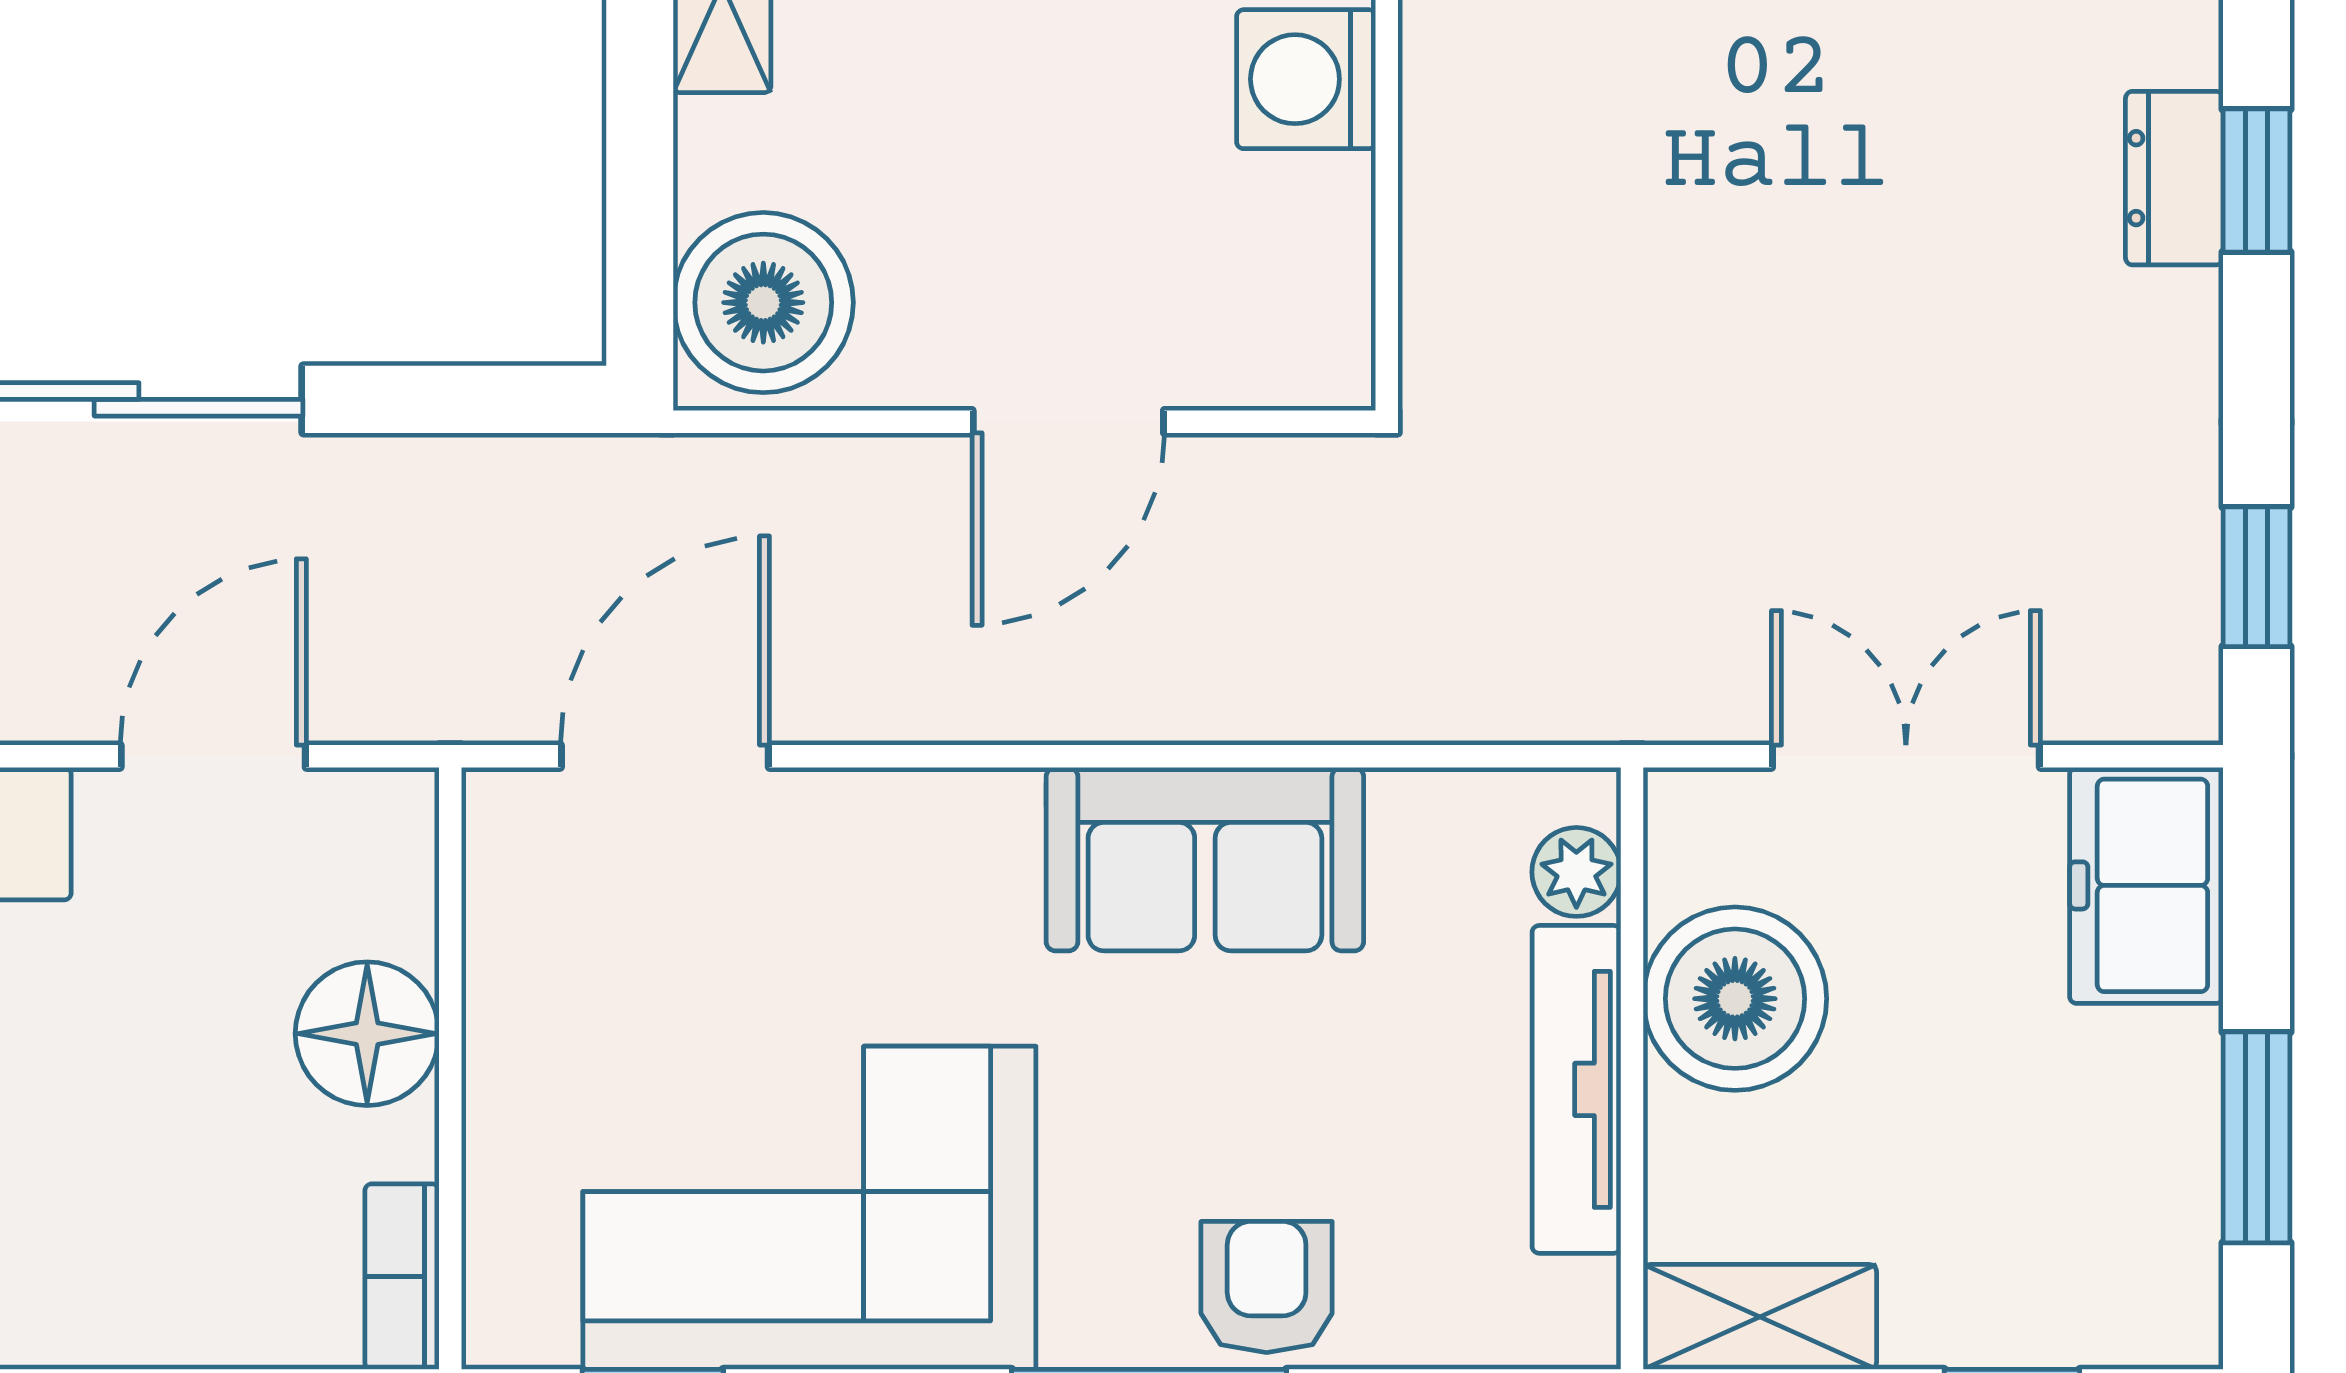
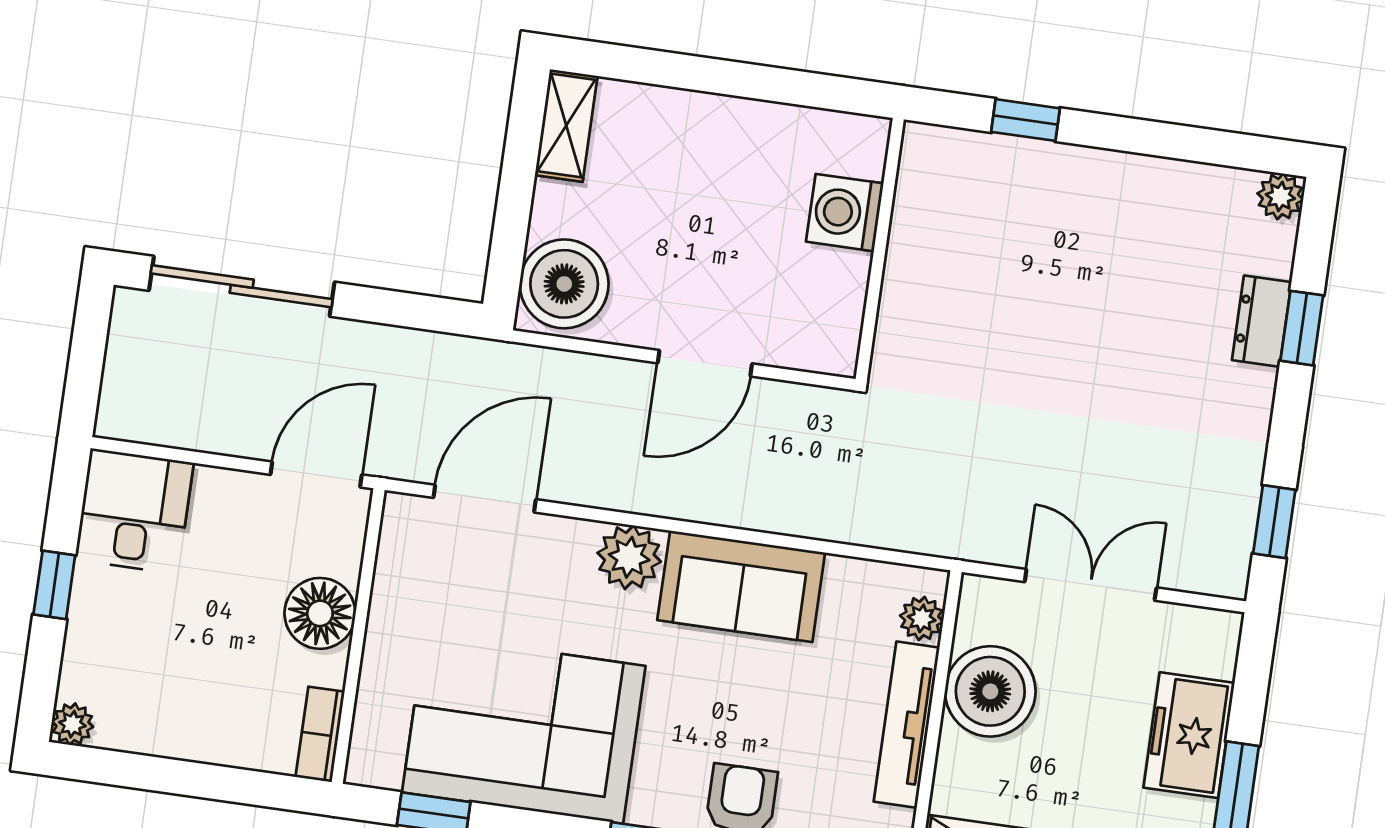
door: (213, 756) -> (316, 475), moved
plant: (972, 833) -> (629, 557), added
freezer: (2146, 885) -> (1189, 735), moved

